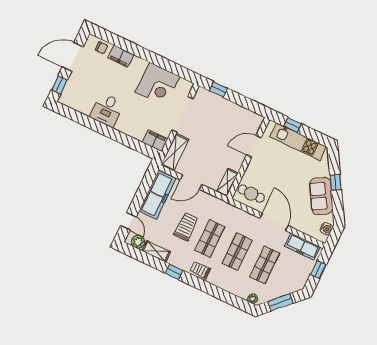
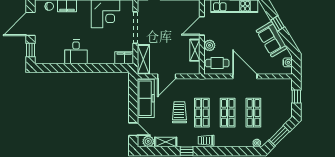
plant: (252, 171) -> (210, 45), added
shelving: (227, 182) -> (195, 50), moved
freezer: (303, 247) -> (276, 85), removed

